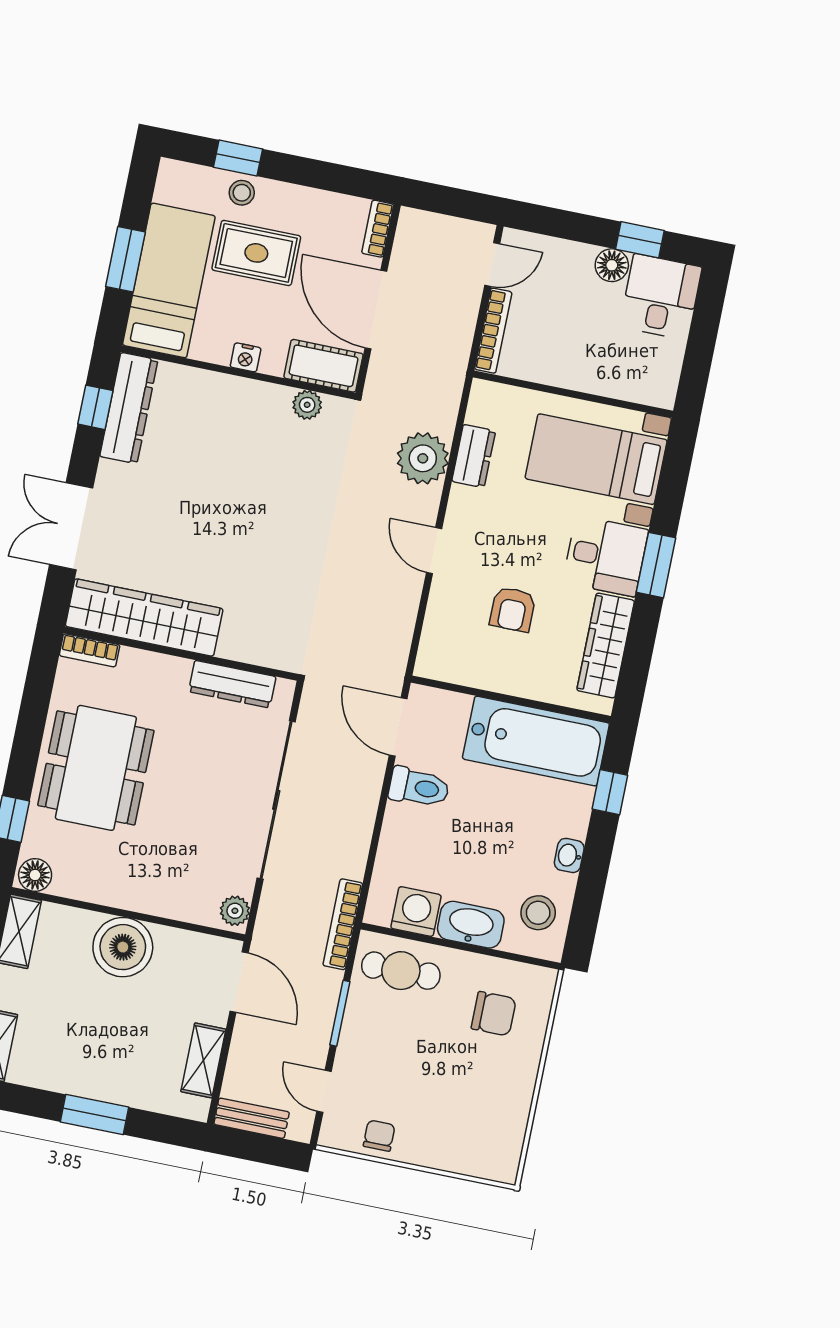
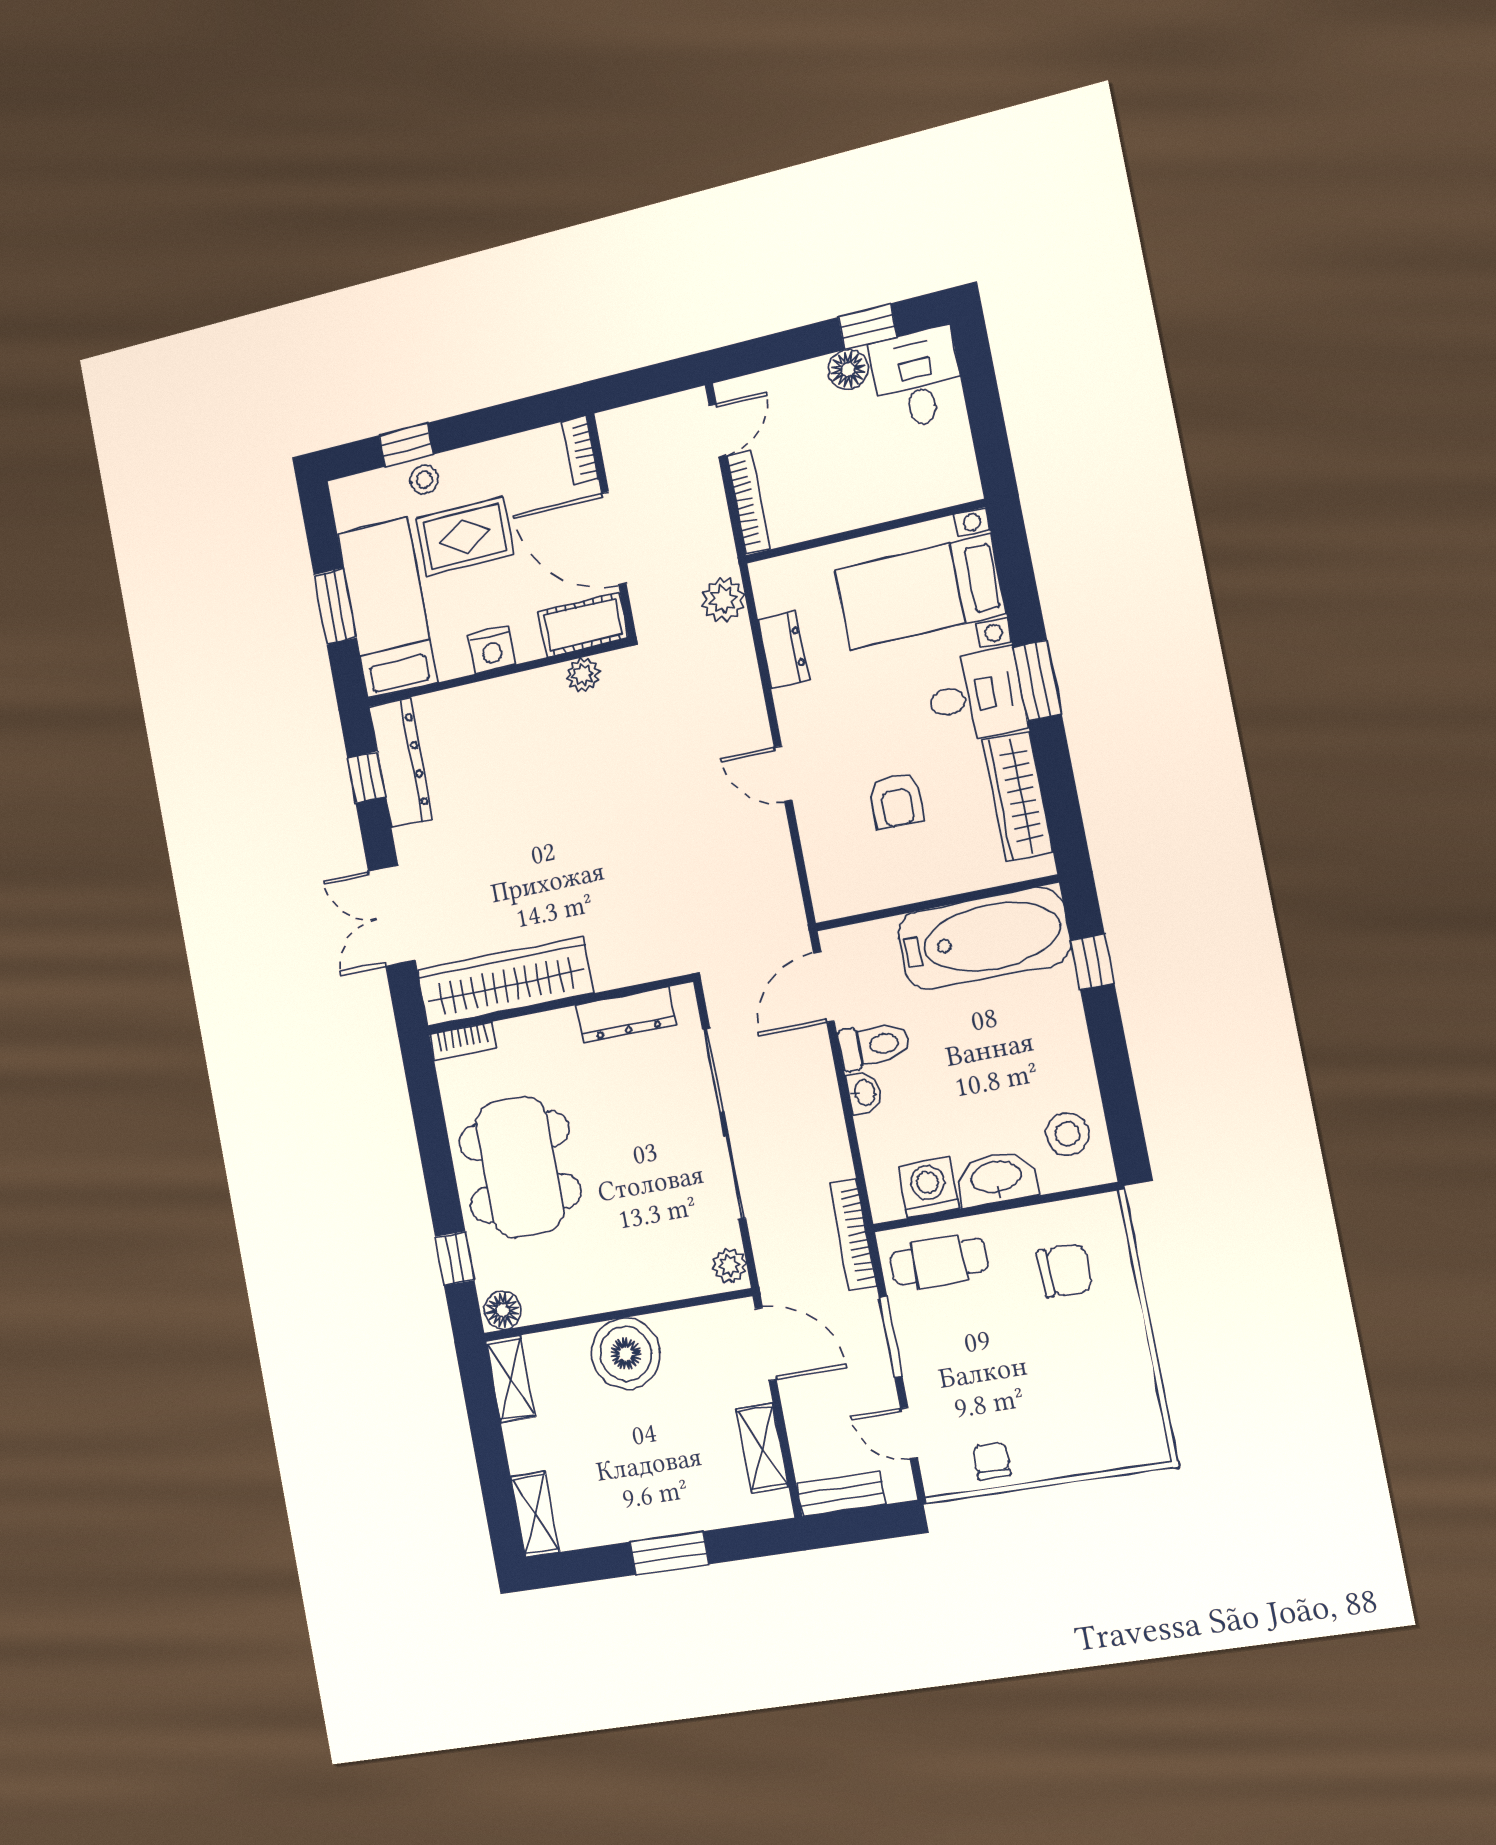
nightstand: (246, 357) -> (492, 650), width x1.39, depth x1.35
plant: (423, 458) -> (723, 600), moved, width x0.73, depth x0.73
door: (398, 727) -> (824, 987), hinge flipped
washbasin: (569, 855) -> (864, 1093), moved, turned 180

